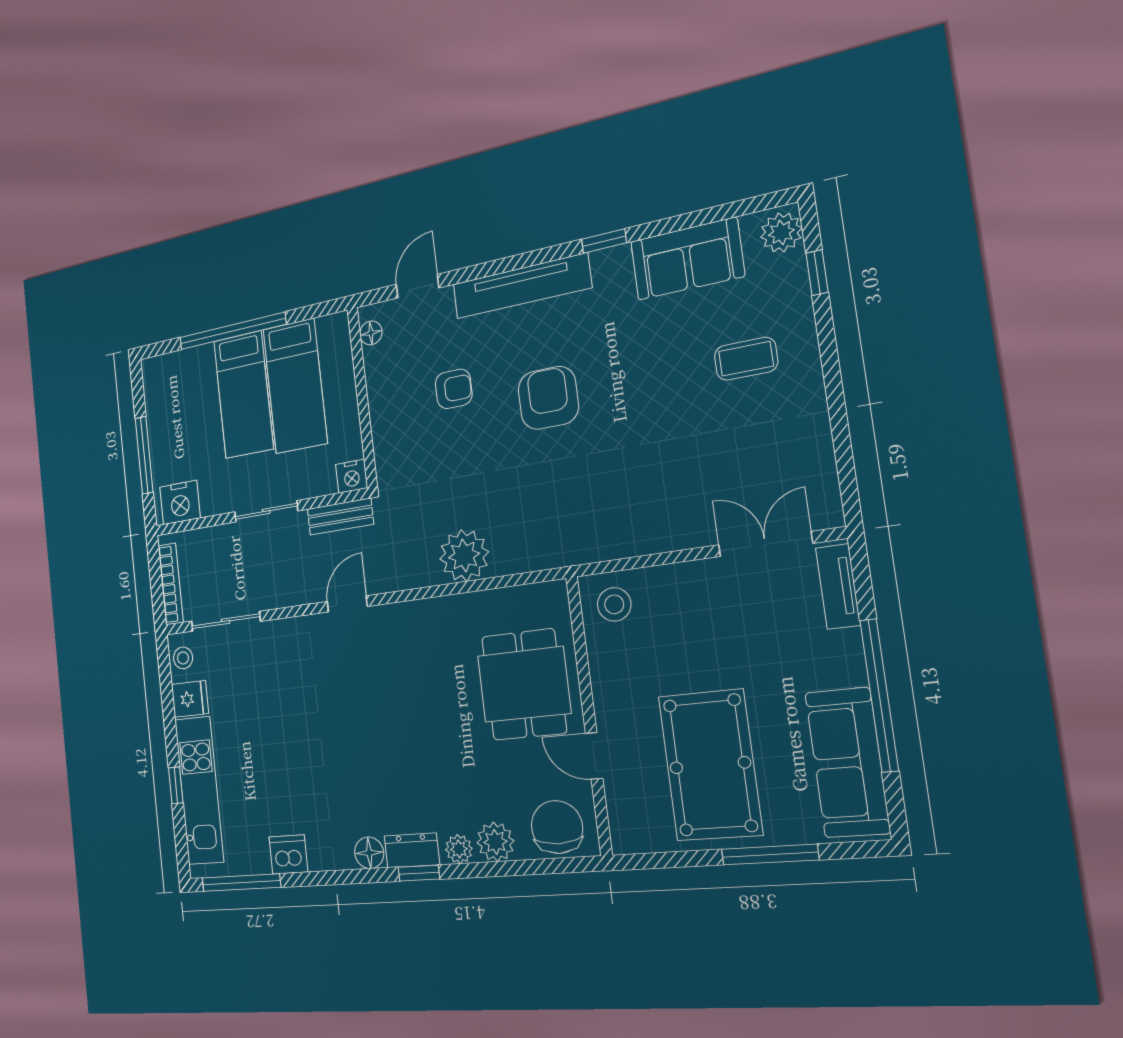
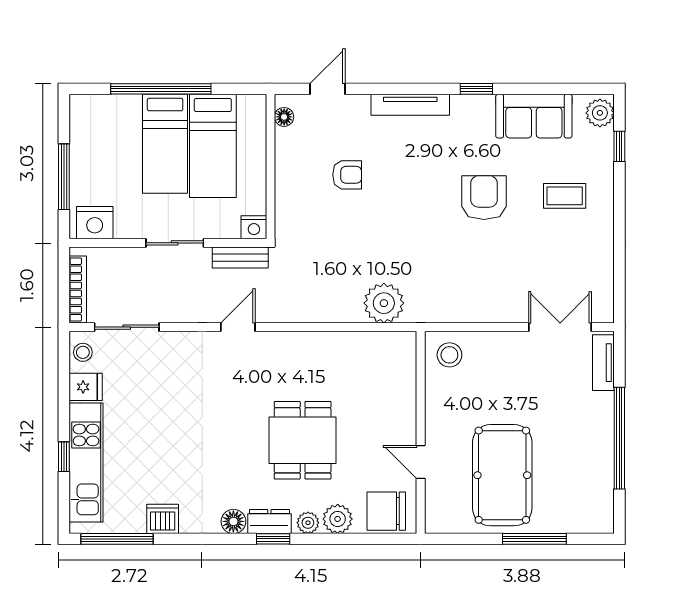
tv unit: (521, 286) -> (410, 105), width x0.73, depth x0.78
armchair: (548, 398) -> (484, 198), moved
plant: (464, 555) -> (384, 303), moved
dining table: (524, 685) -> (303, 440), moved
sofa: (847, 762) -> (593, 481), removed
chair: (557, 827) -> (386, 511), turned -90

